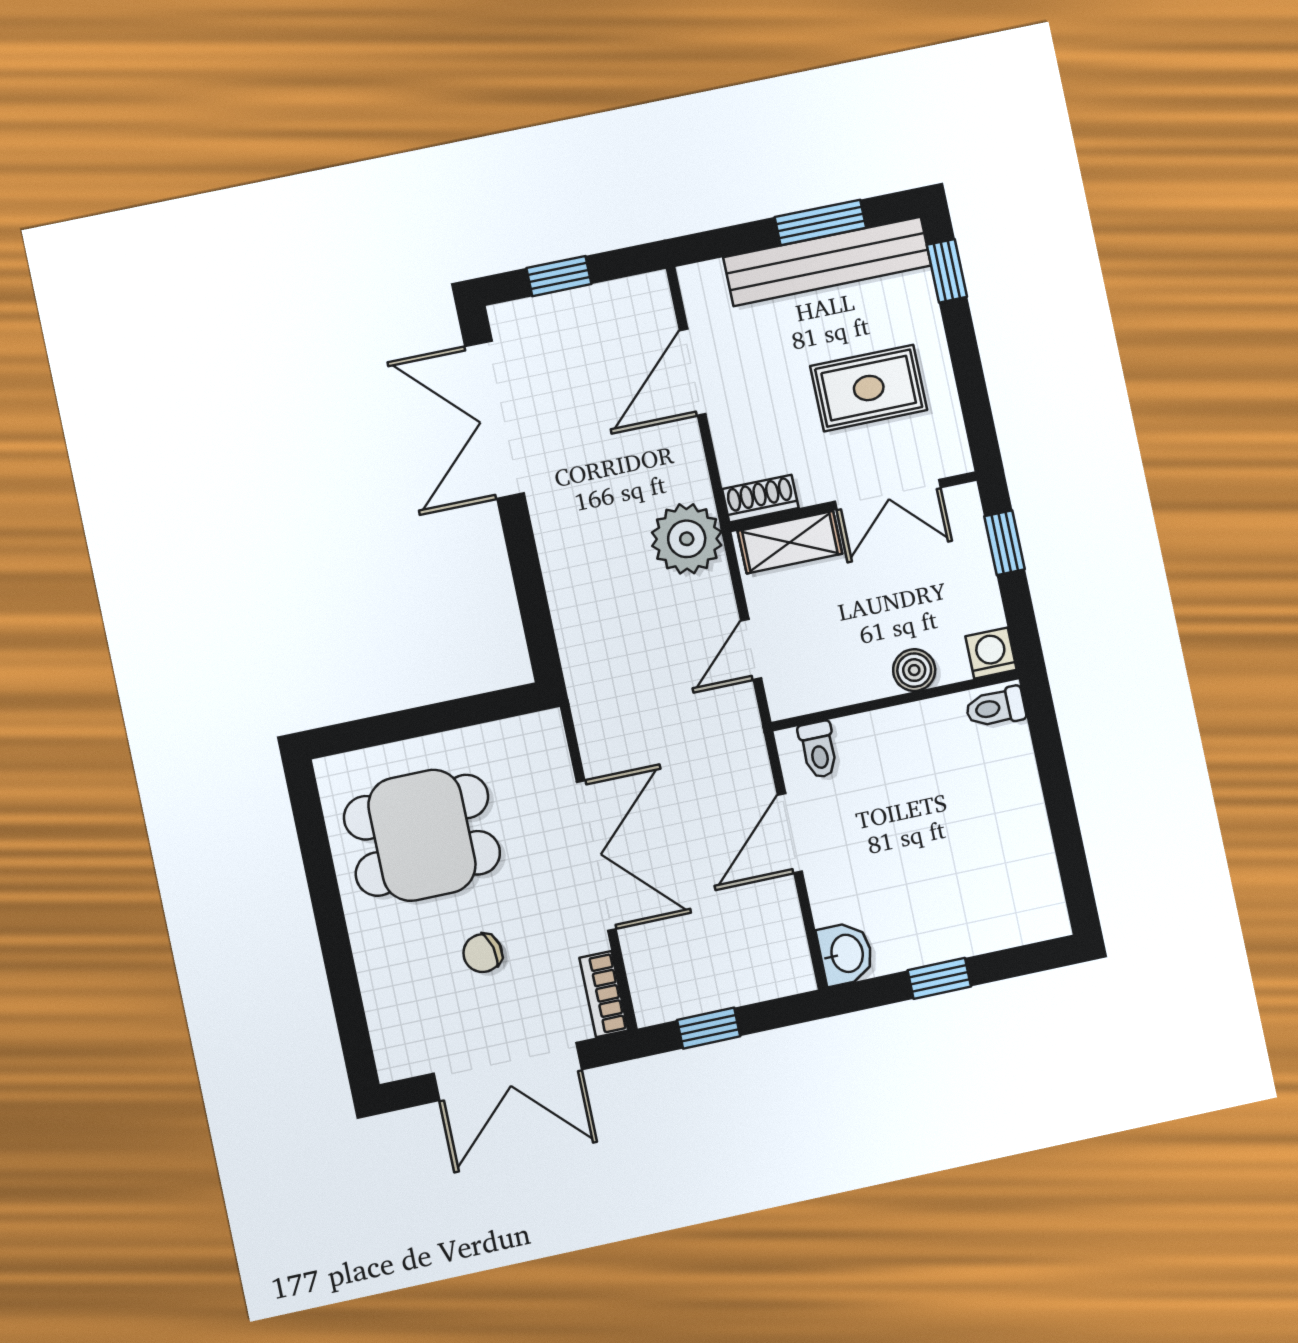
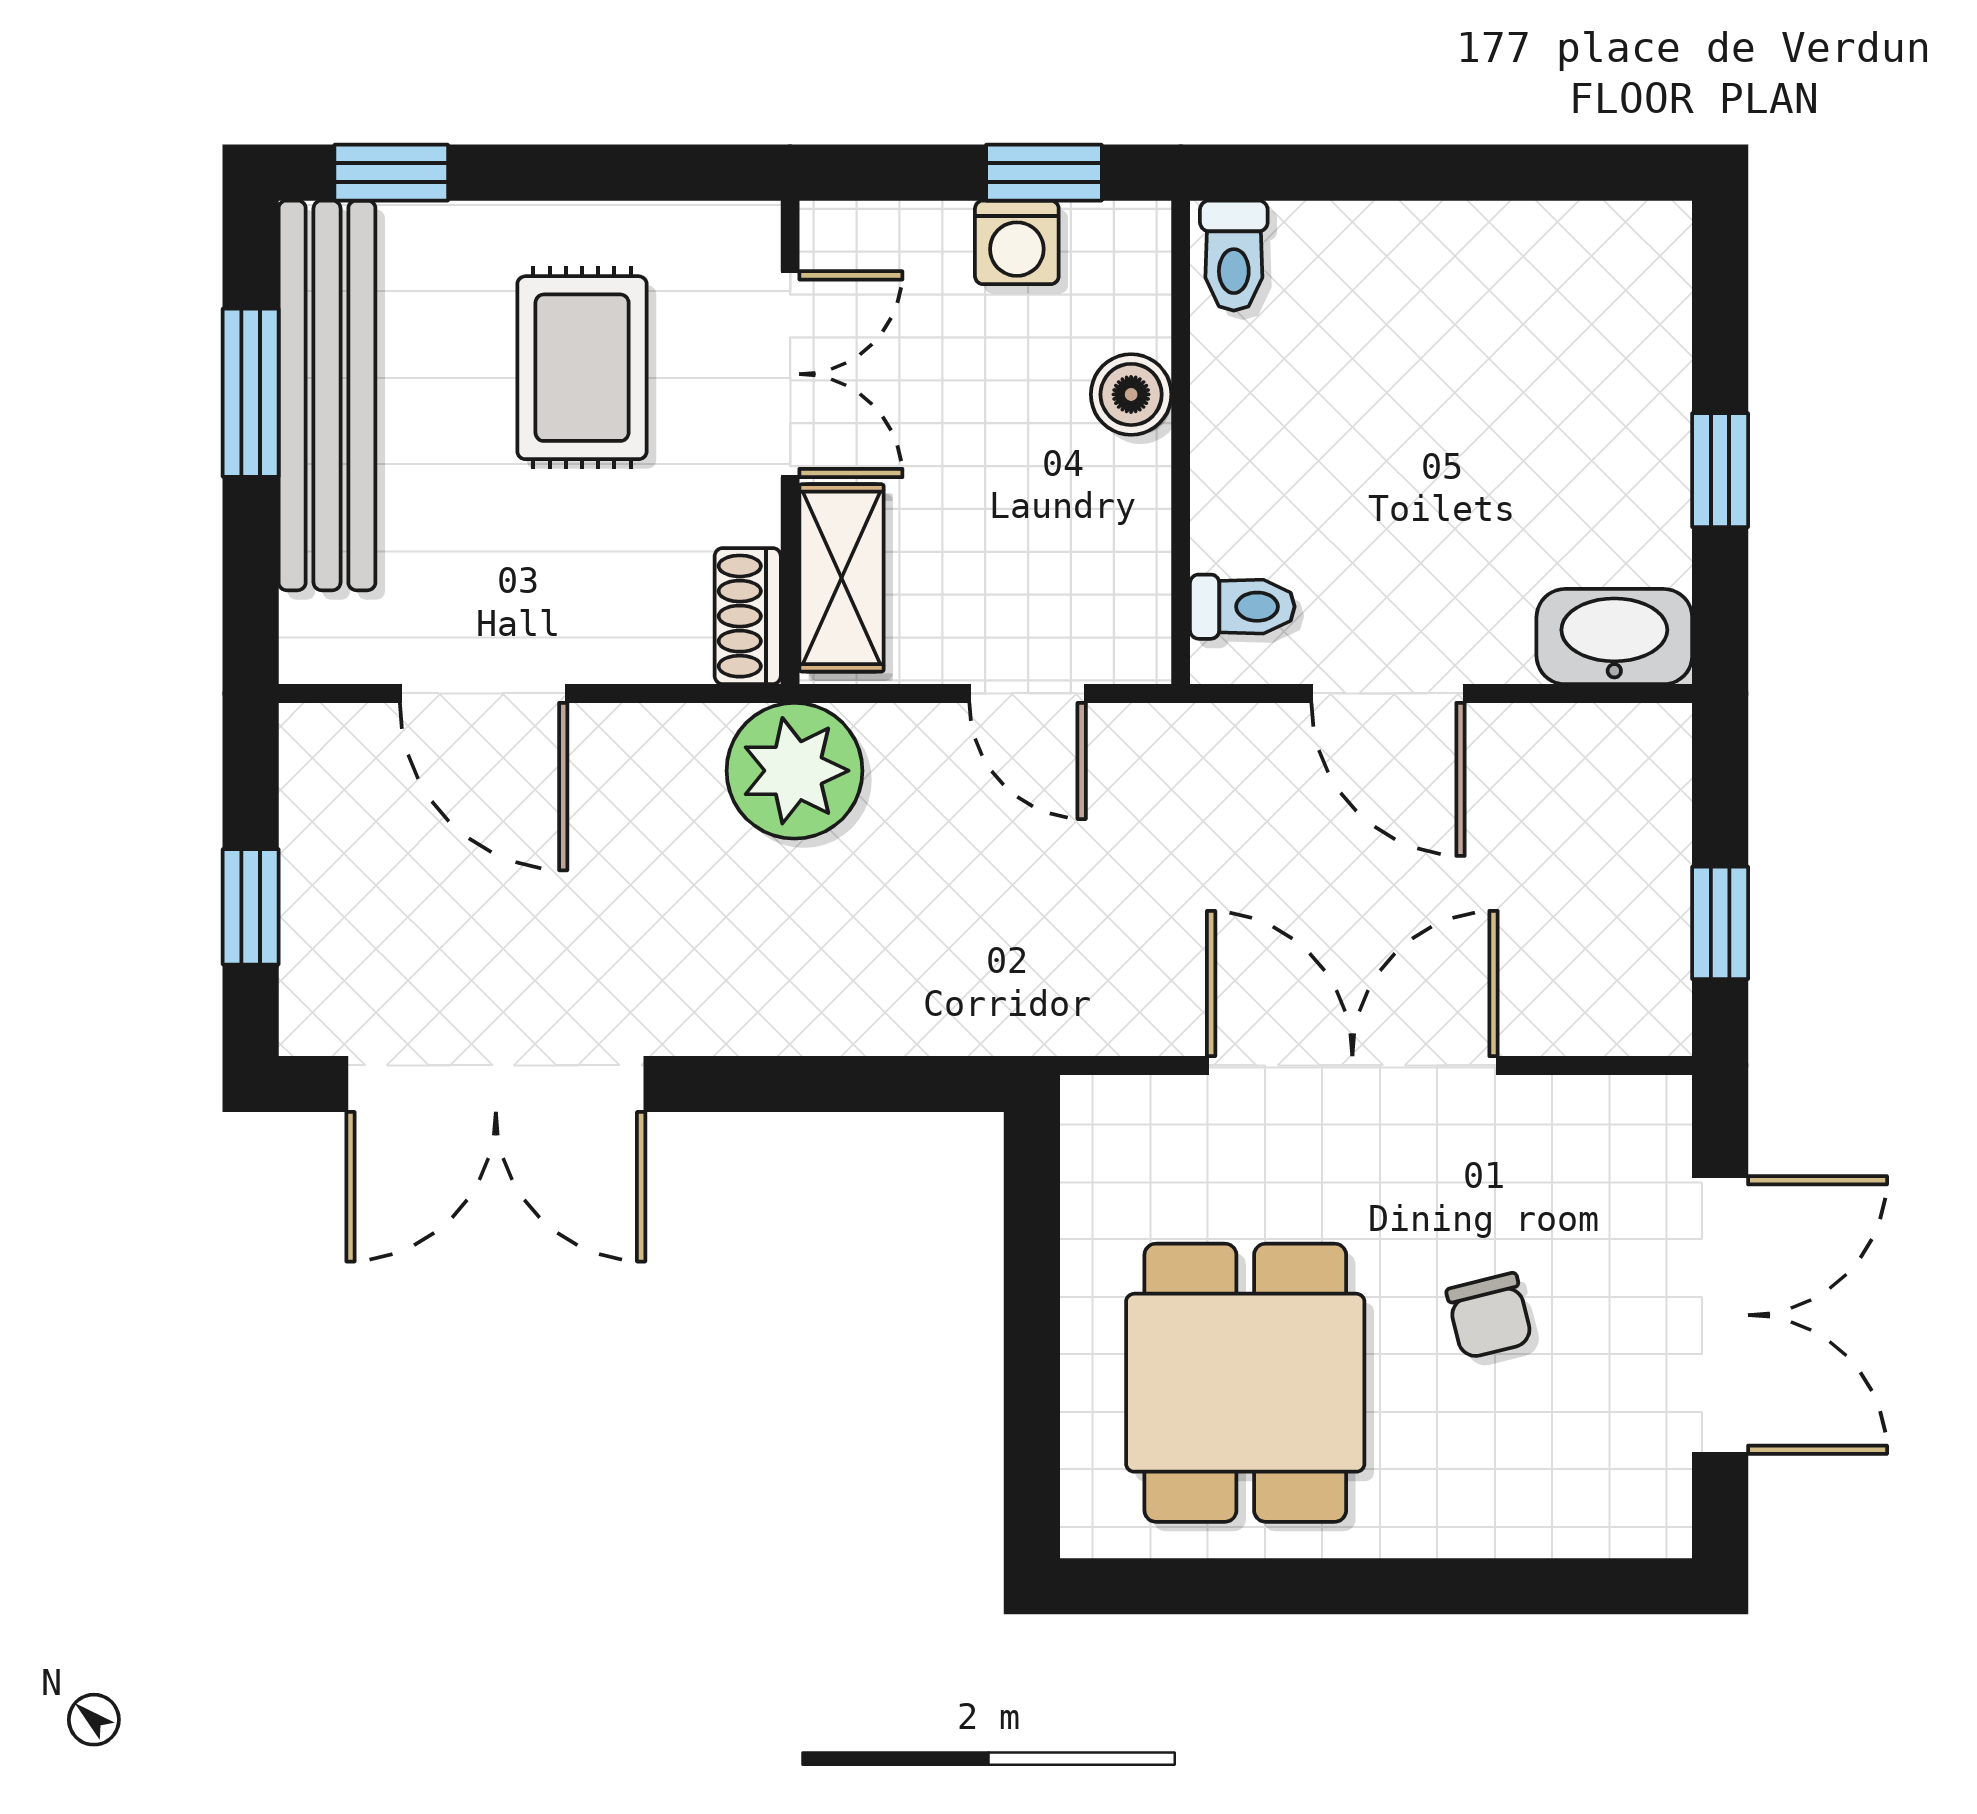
window: (1005, 543) -> (1044, 173), moved
washing machine: (991, 653) -> (1017, 242), moved, turned -90
washbasin: (846, 954) -> (1614, 637), width x1.38
bookcase: (604, 994) -> (1614, 1106), removed

